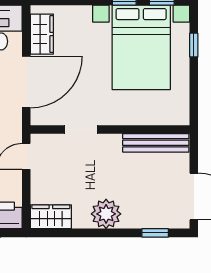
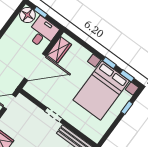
doorway: (81, 129) -> (54, 115), moved

